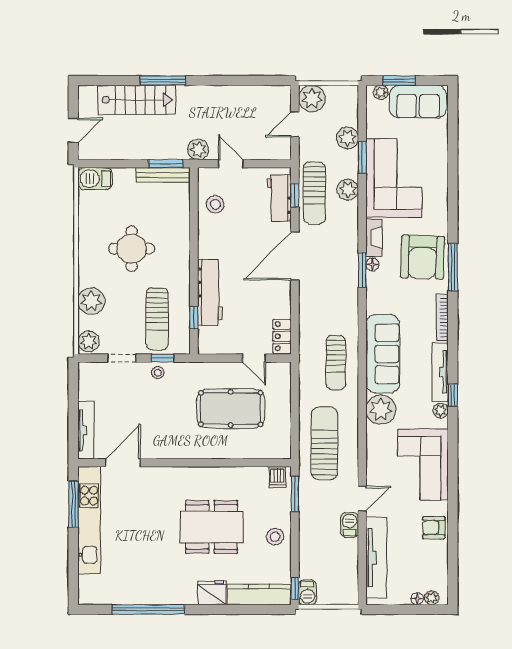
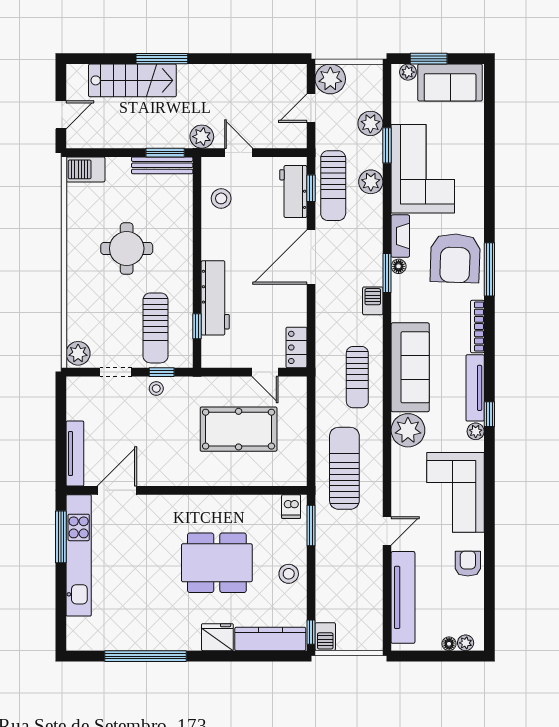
plant: (91, 301) -> (81, 308), removed
barbecue: (350, 525) -> (373, 301), moved
armchair: (434, 528) -> (468, 564), turned 90

